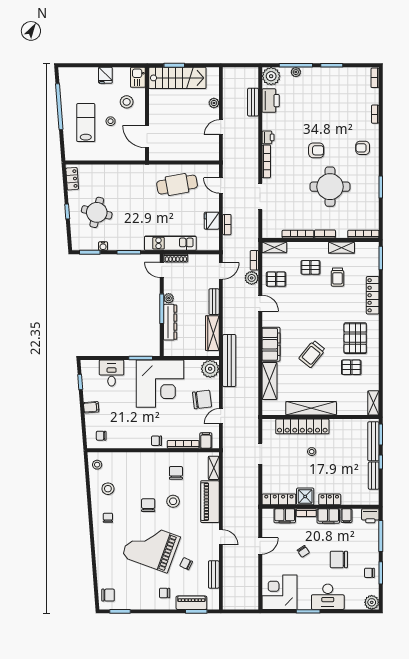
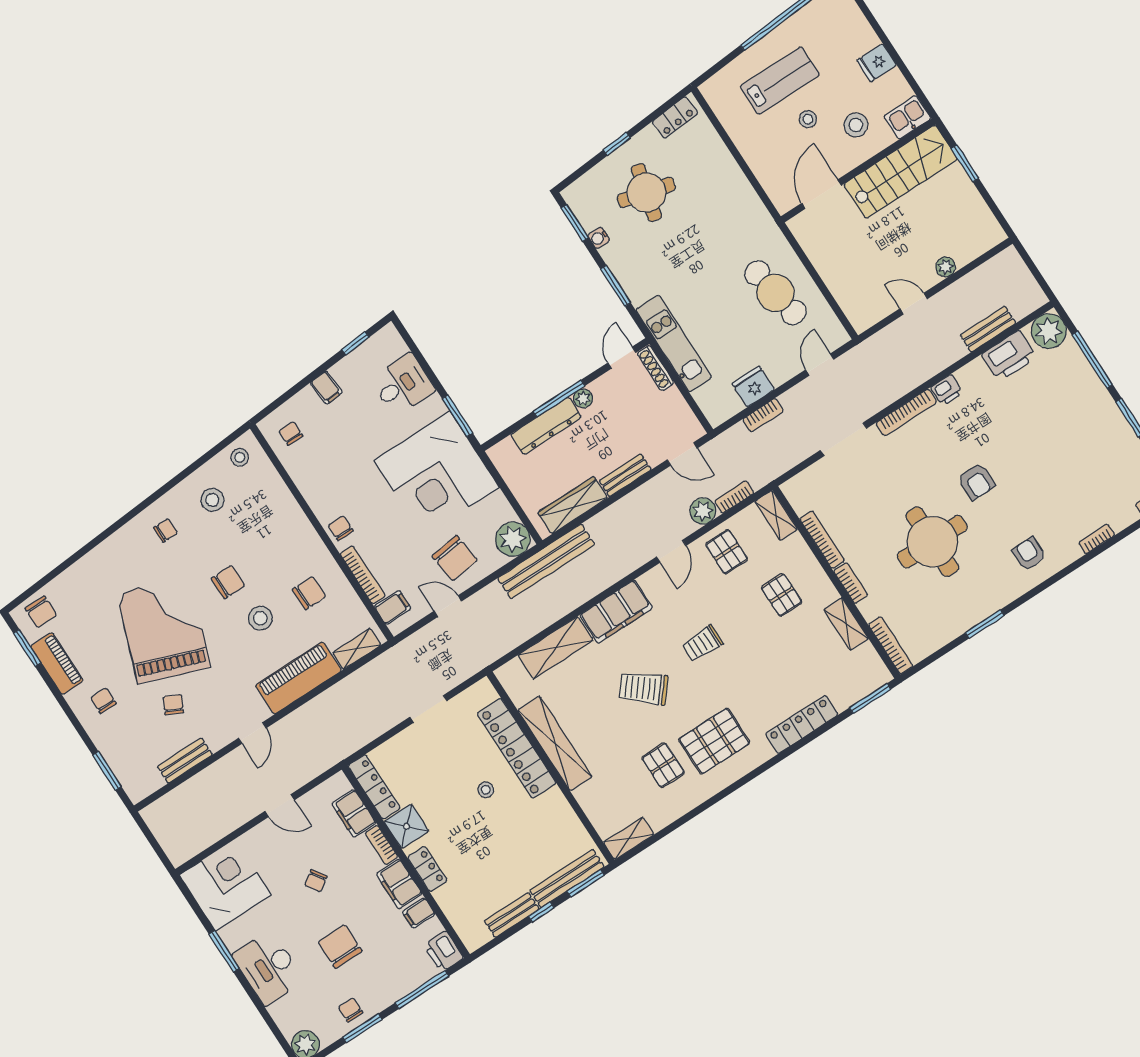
plant: (296, 72) -> (1081, 367), removed
stairs: (177, 78) -> (901, 172), moved, turned -90
trolley: (337, 277) -> (702, 644), moved
piano: (191, 603) -> (57, 663), moved

